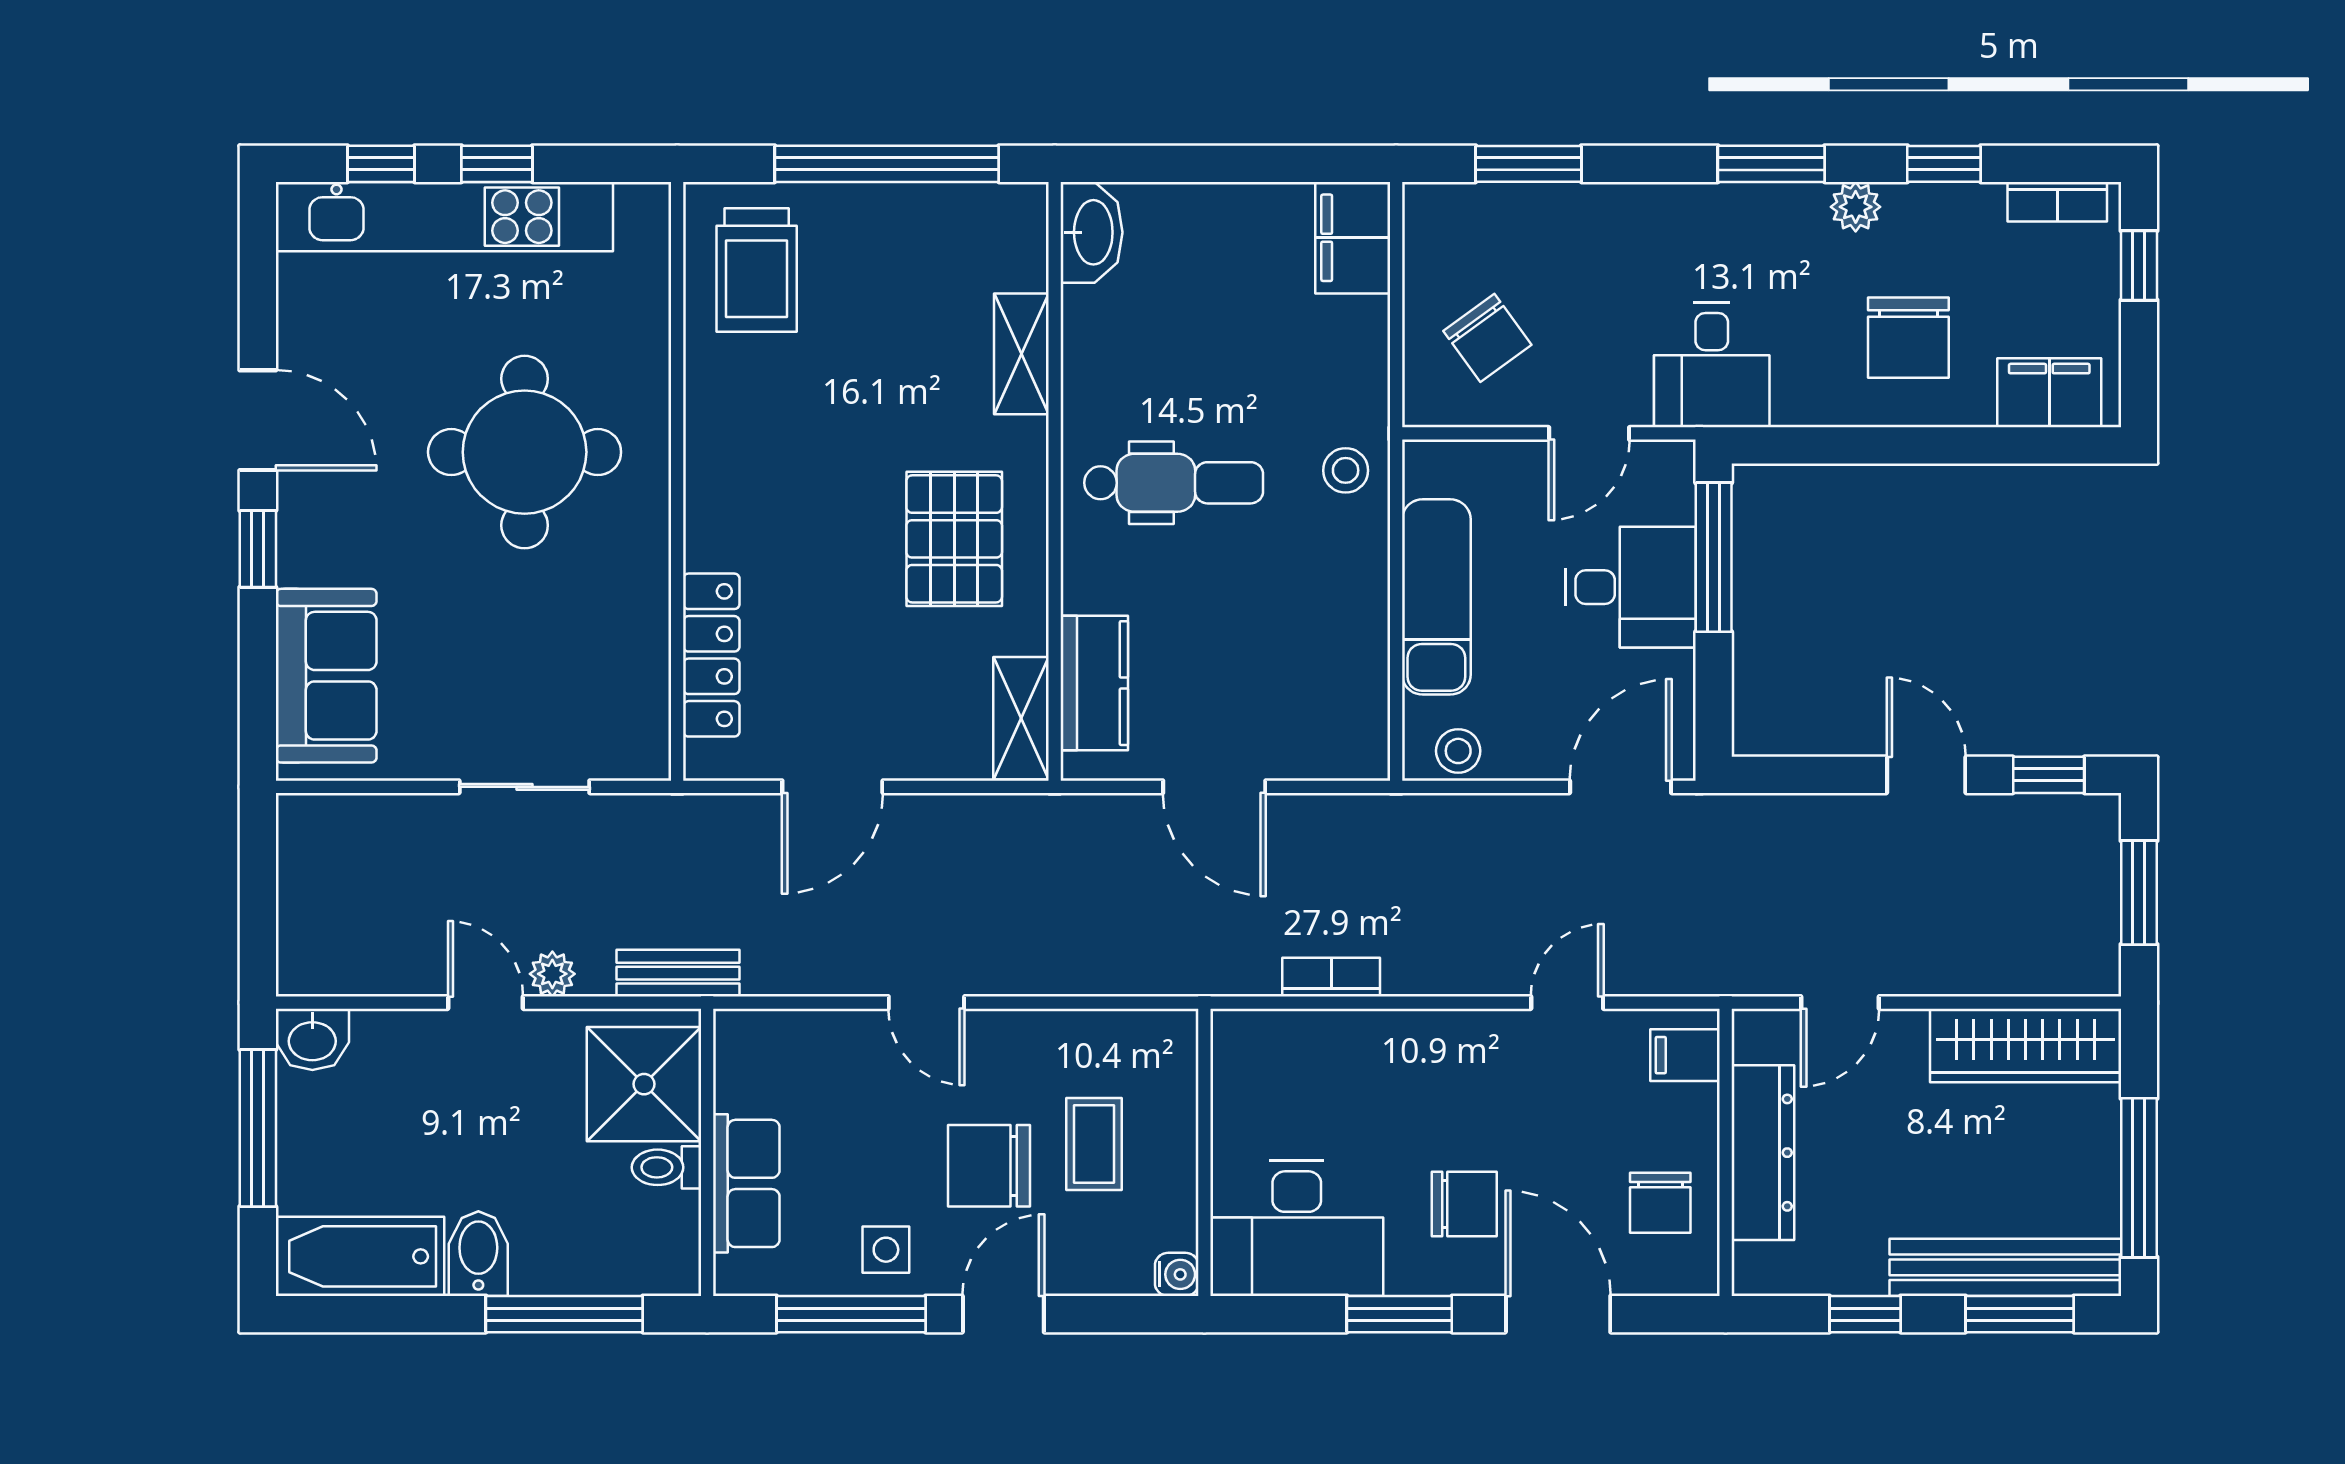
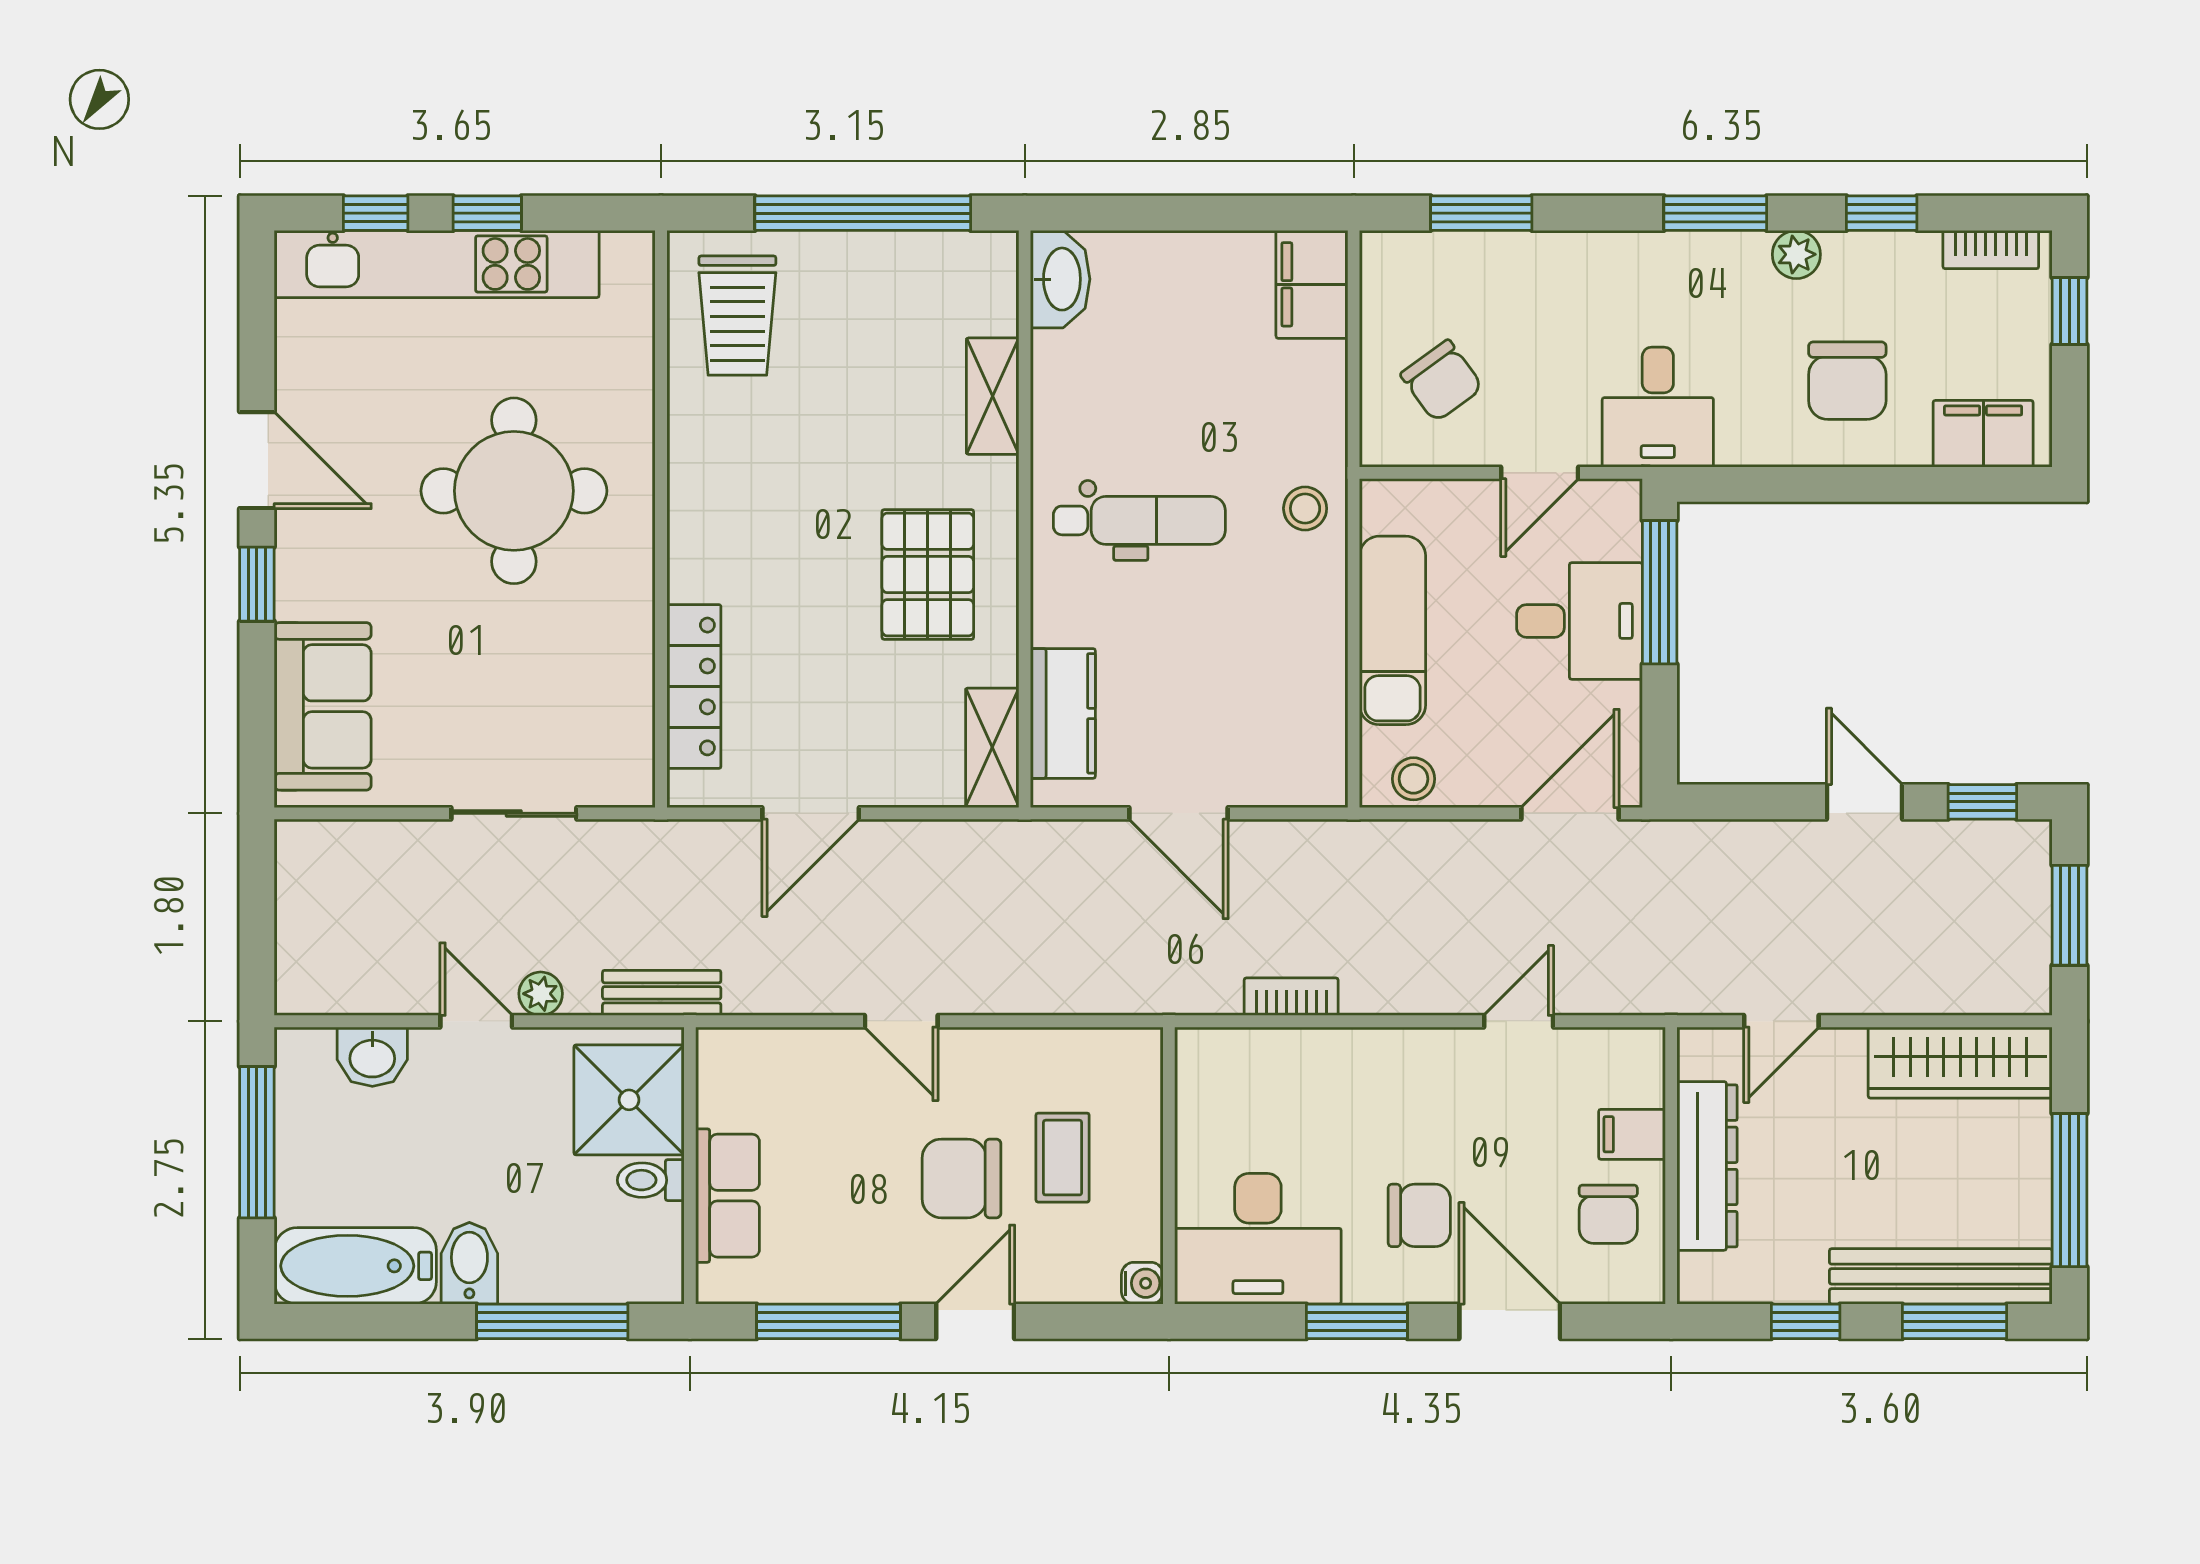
washbasin: (312, 1039) -> (372, 1057), moved
filing cabinet: (1685, 1055) -> (1632, 1134), moved
side table: (886, 1250) -> (862, 1259), removed

